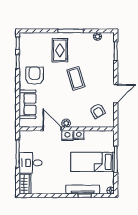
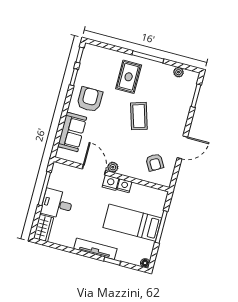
tv unit: (83, 190) -> (95, 249), moved

